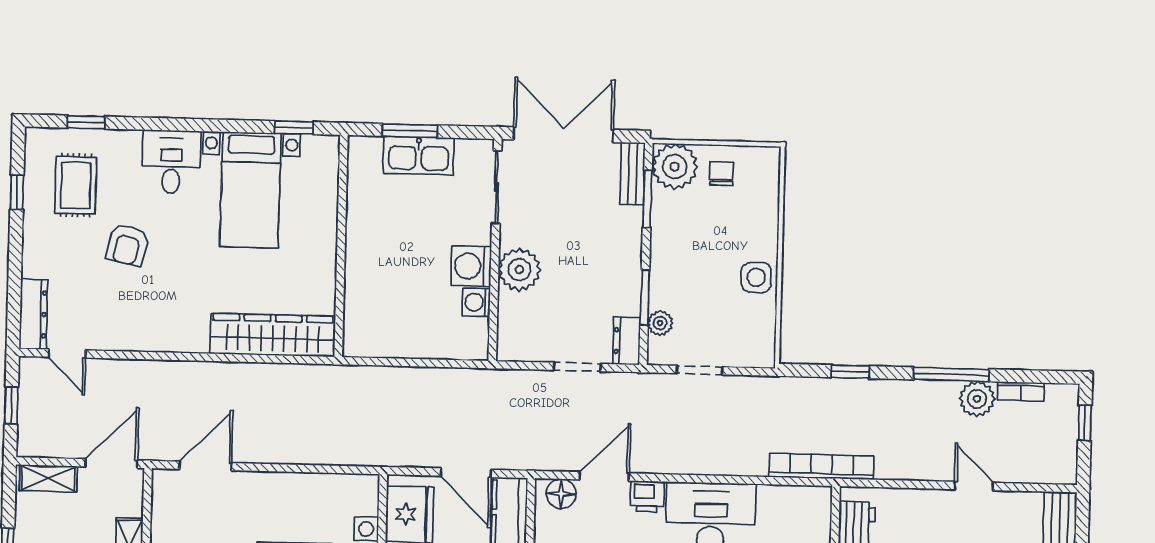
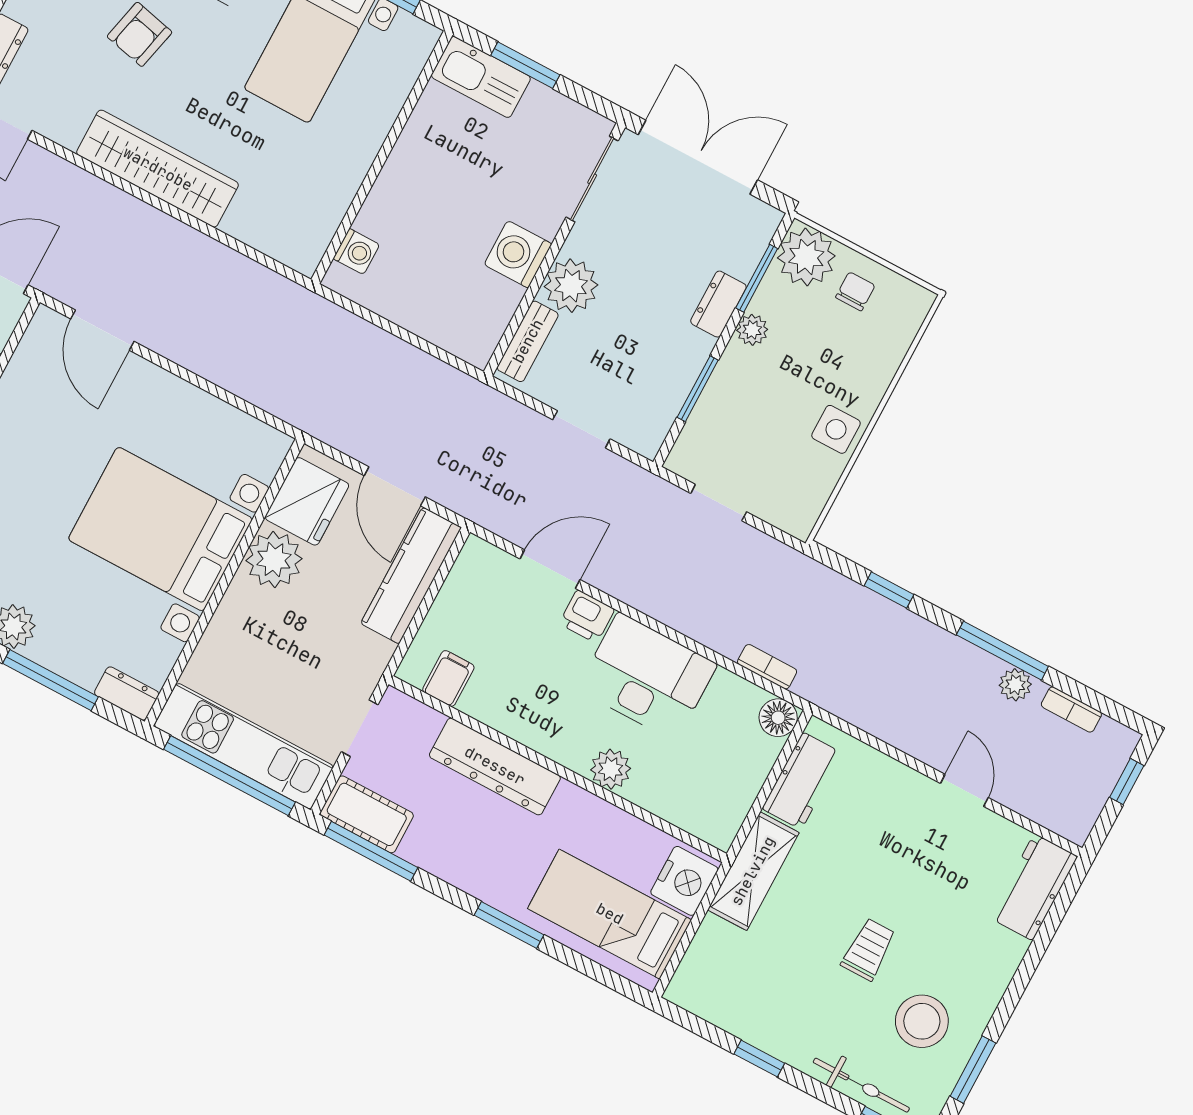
kitchen sink: (419, 156) -> (481, 77), moved
bench: (633, 174) -> (528, 341), moved
washing machine: (476, 302) -> (356, 252), moved, turned 180
plant: (660, 323) -> (752, 330), moved
wardrobe: (273, 335) -> (158, 169), moved
dresser: (627, 341) -> (718, 304), moved
plant: (977, 399) -> (1015, 685), width x0.73, depth x0.73
door: (205, 466) -> (102, 330), swing flipped
bookcase: (821, 466) -> (767, 667), width x0.43, depth x0.76
floor lamp: (561, 494) -> (778, 718), moved

